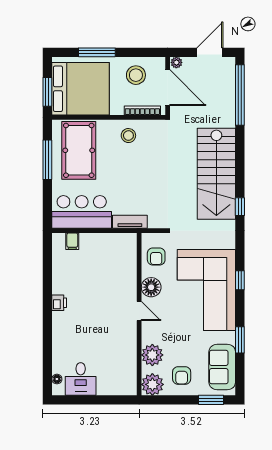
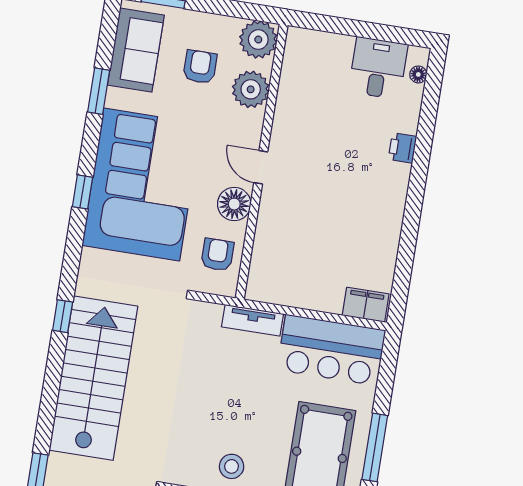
filing cabinet: (72, 241) -> (366, 305), width x2.00
printer: (59, 303) -> (403, 148), moved
armchair: (182, 375) -> (200, 67), moved

